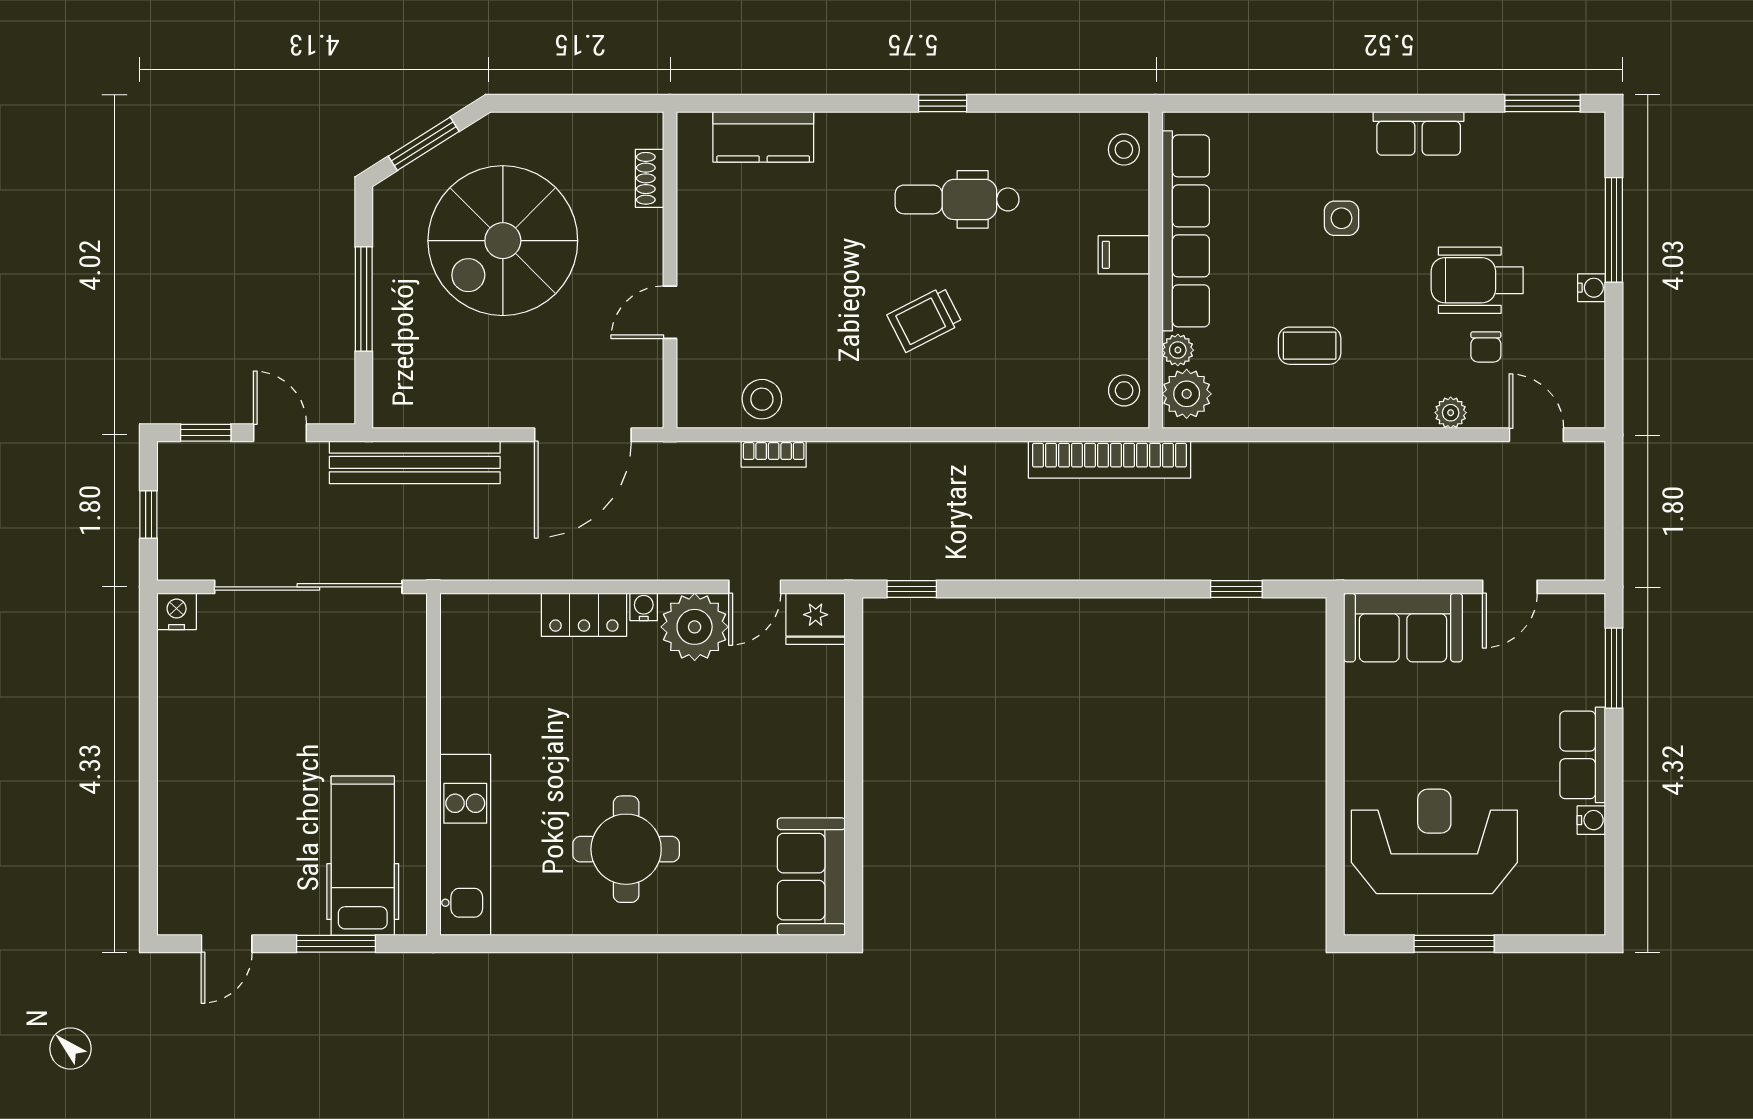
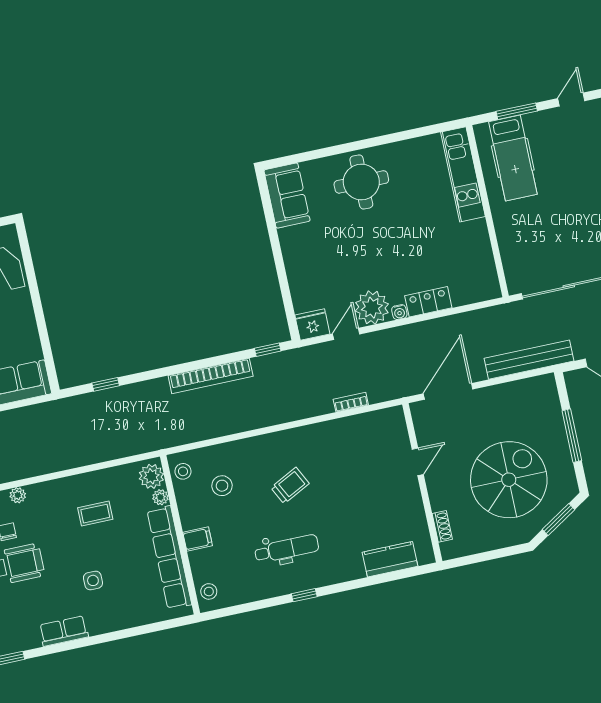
stool: (762, 399) -> (222, 486), moved
bookcase: (1110, 460) -> (211, 376), moved, turned 180
round table: (626, 849) -> (361, 182), moved

